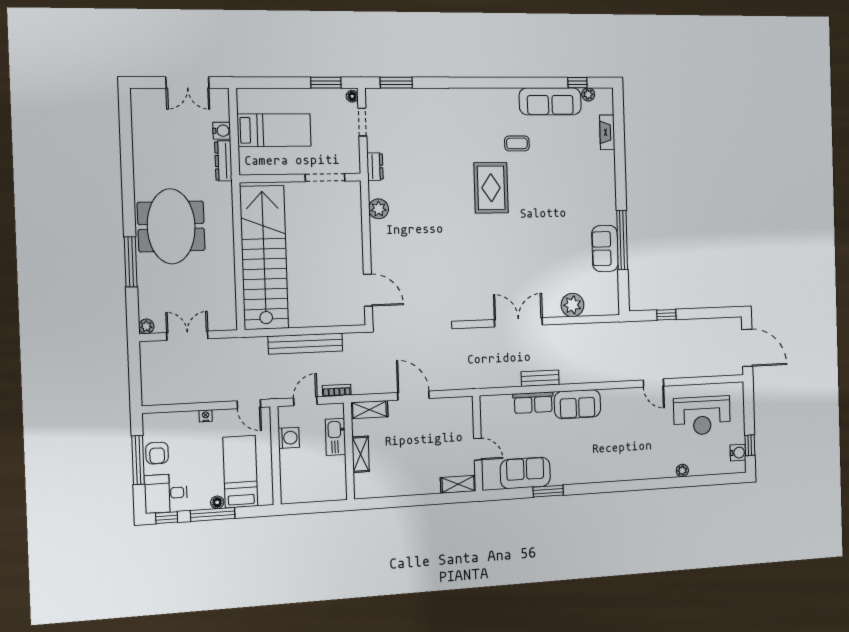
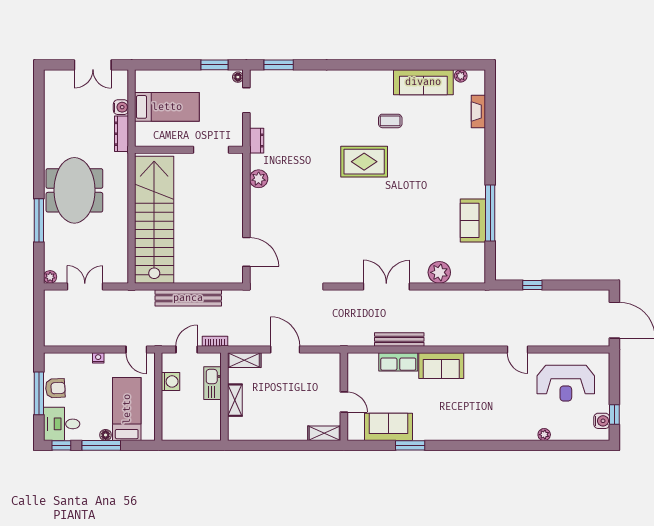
window: (577, 83) -> (451, 65), removed
rug: (491, 188) -> (364, 162), turned 90
bench: (540, 378) -> (399, 339), width x1.36
armchair: (157, 453) -> (55, 388), turned -93

